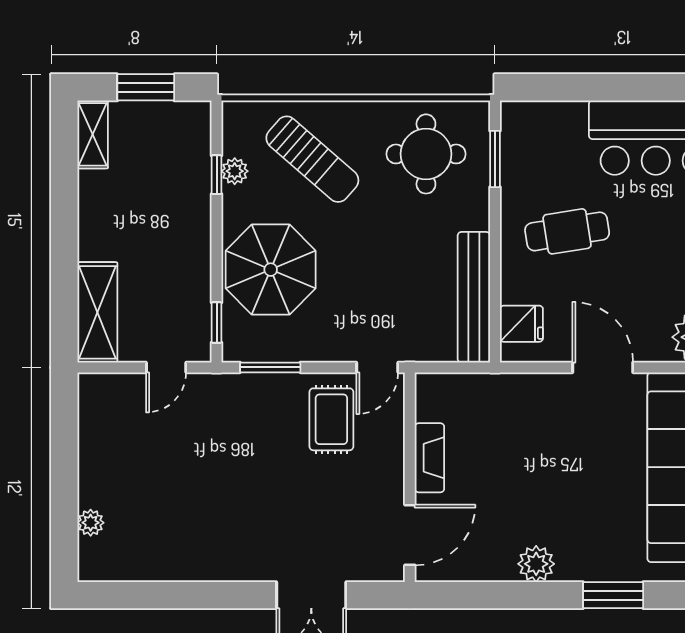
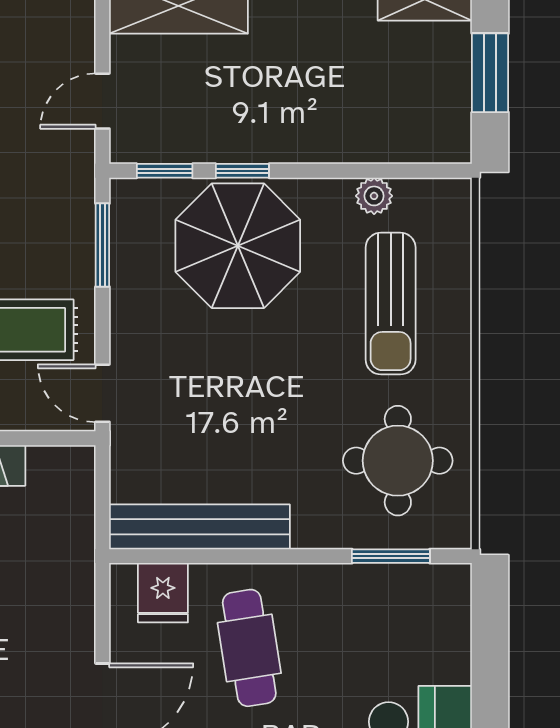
sun lounger: (312, 159) -> (391, 304), turned -41
window: (217, 175) -> (242, 171), moved
cafe table: (567, 231) -> (249, 648), moved
door: (166, 367) -> (102, 101), hinge flipped

